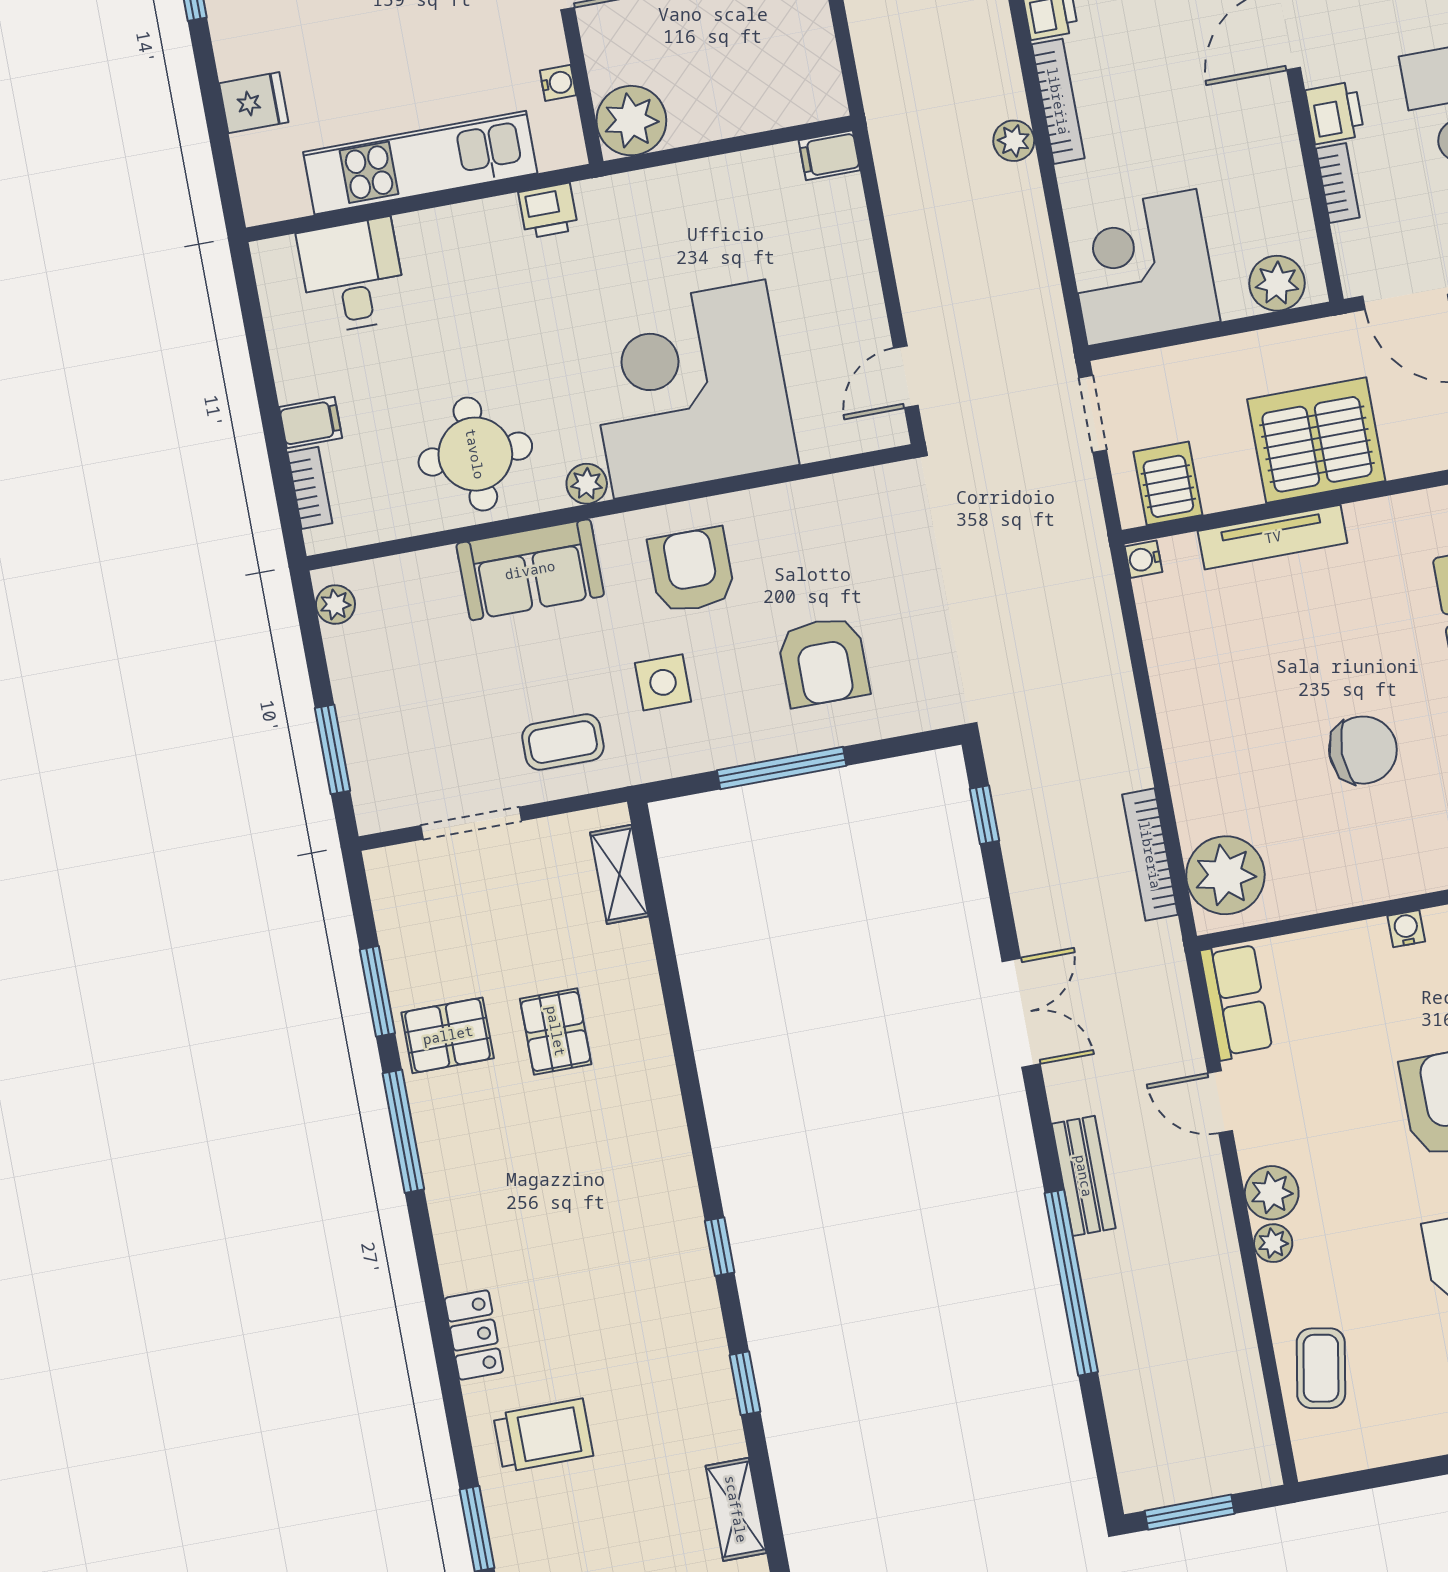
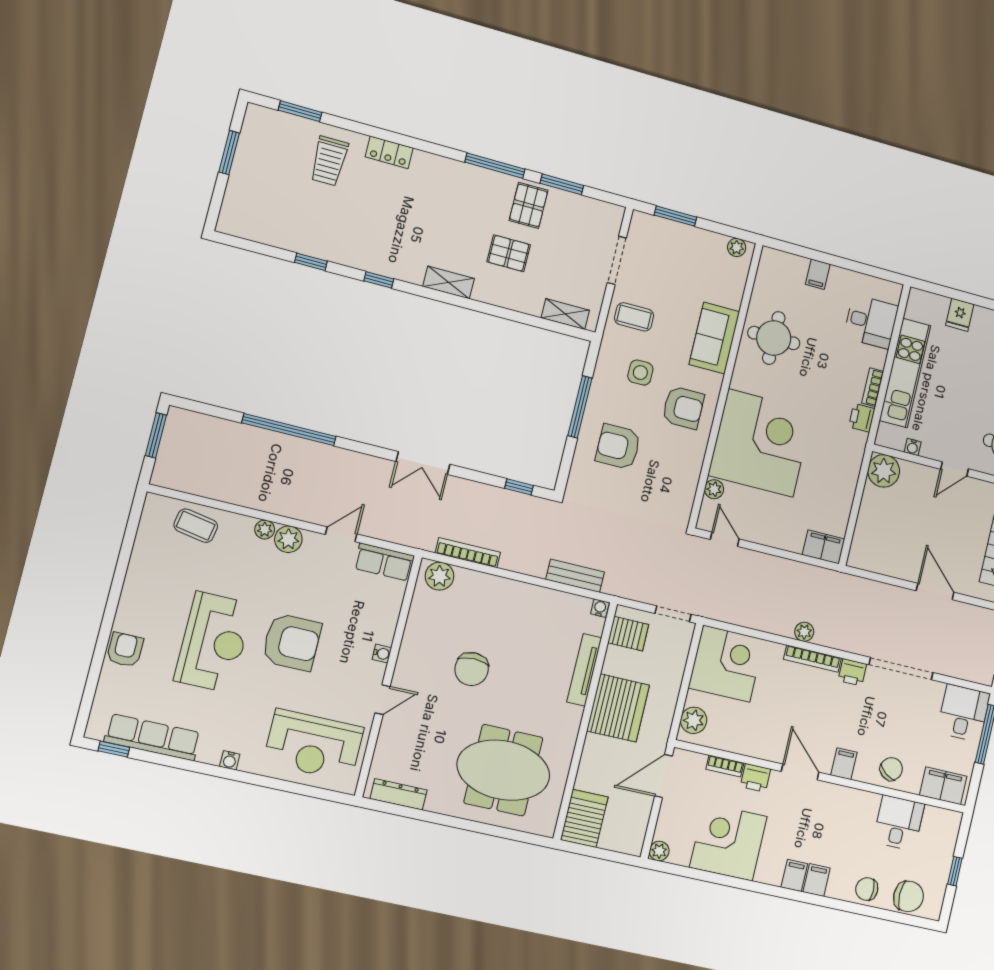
filing cabinet: (829, 155) -> (823, 547), width x2.00
plant: (587, 484) -> (714, 489), moved
bookcase: (310, 488) -> (873, 387), moved, turned 90
coffee table: (563, 742) -> (634, 317), turned 90
plant: (1225, 875) -> (439, 576), width x0.73, depth x0.73
bench: (1084, 1176) -> (575, 576), moved
shelving: (736, 1509) -> (449, 282), moved

